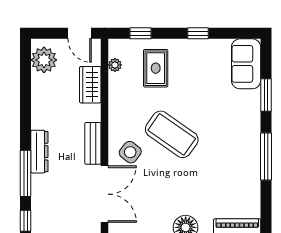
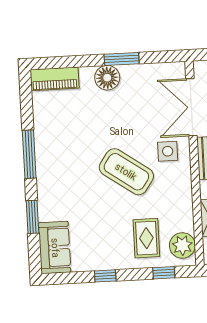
plant: (115, 65) -> (182, 245), width x1.87, depth x1.87
side table: (130, 152) -> (168, 151), turned -38

